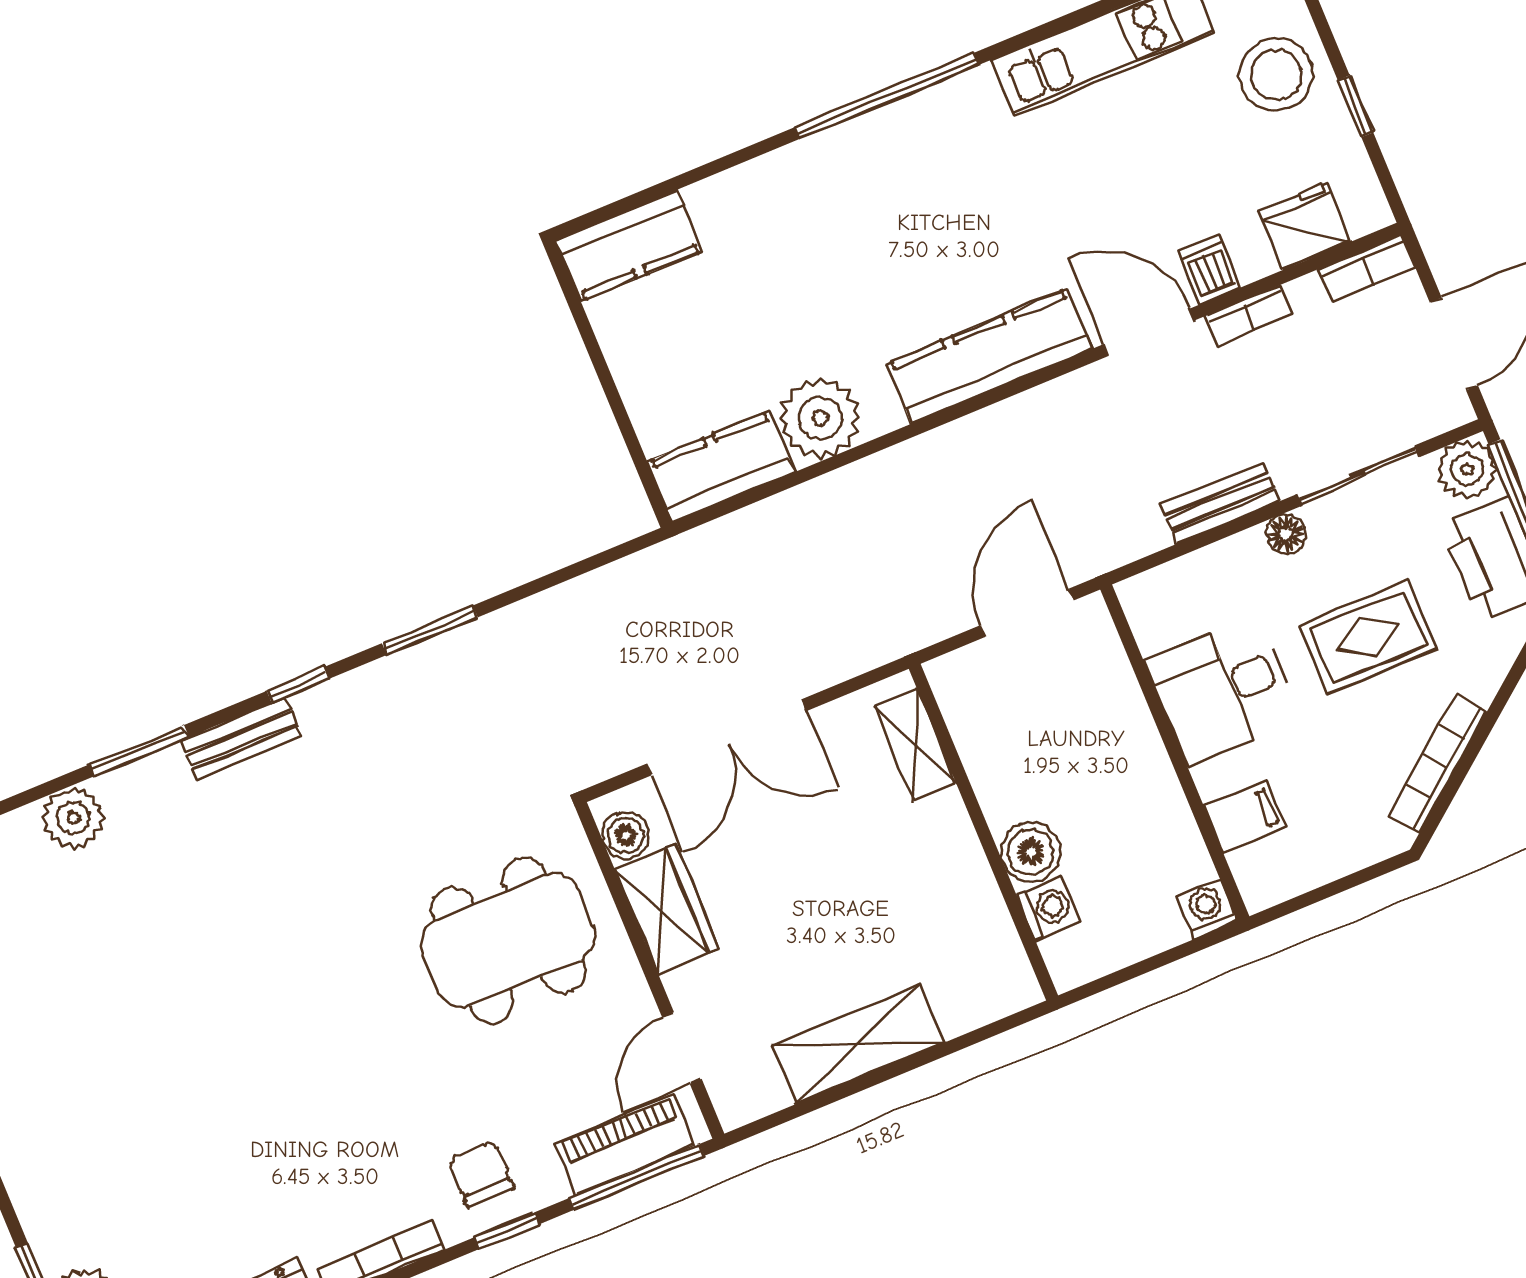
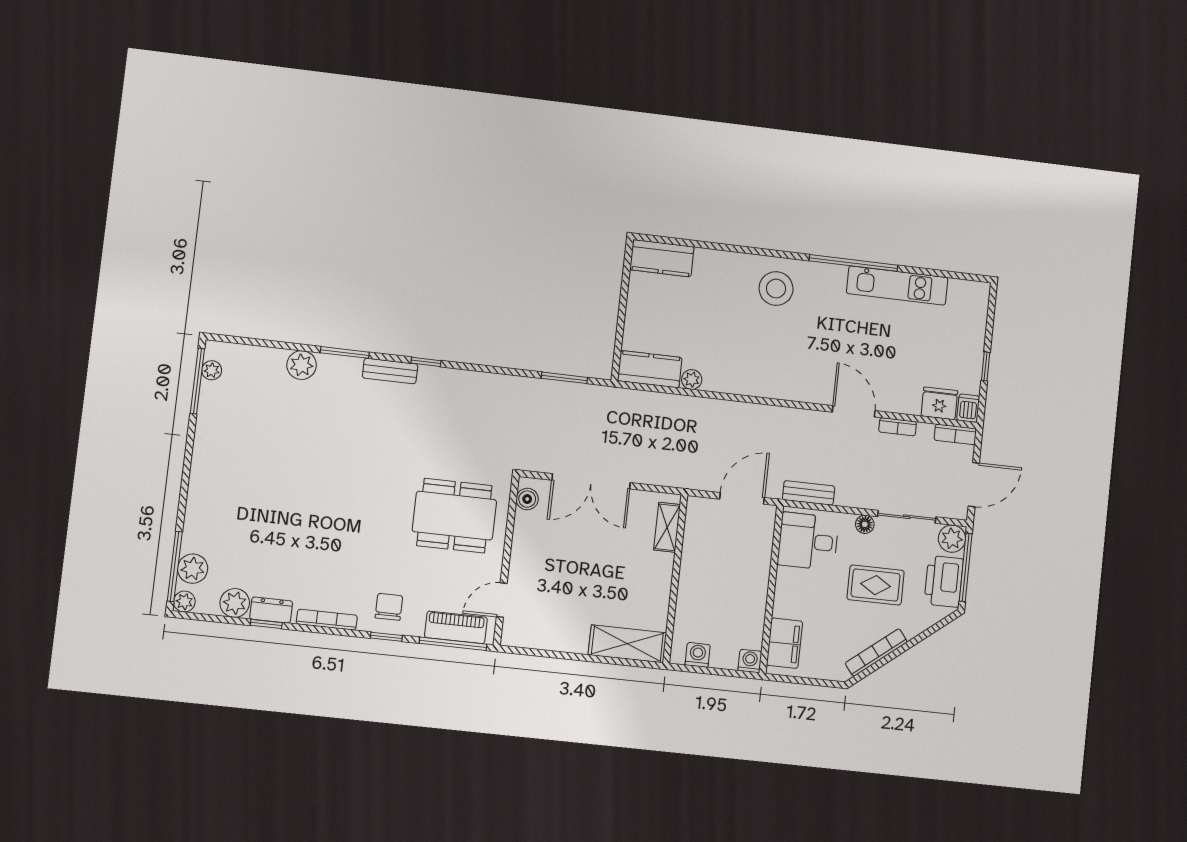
stool: (1276, 75) -> (776, 289), moved
window: (887, 96) -> (853, 263), moved
dishwasher: (1209, 269) -> (968, 408), moved
kitchen counter: (989, 356) -> (784, 385), removed
plant: (820, 418) -> (692, 380), width x0.53, depth x0.53
bench: (1220, 503) -> (809, 493), moved
window: (430, 630) -> (564, 378), moved
desk: (1222, 690) -> (808, 541), moved
filing cabinet: (1245, 816) -> (784, 643), width x2.00
boiler: (1031, 852) -> (690, 598), removed
washing machine: (1048, 908) -> (698, 655), moved, turned -90
wardrobe: (667, 909) -> (527, 539), removed
shelving: (858, 1044) -> (627, 644), moved

